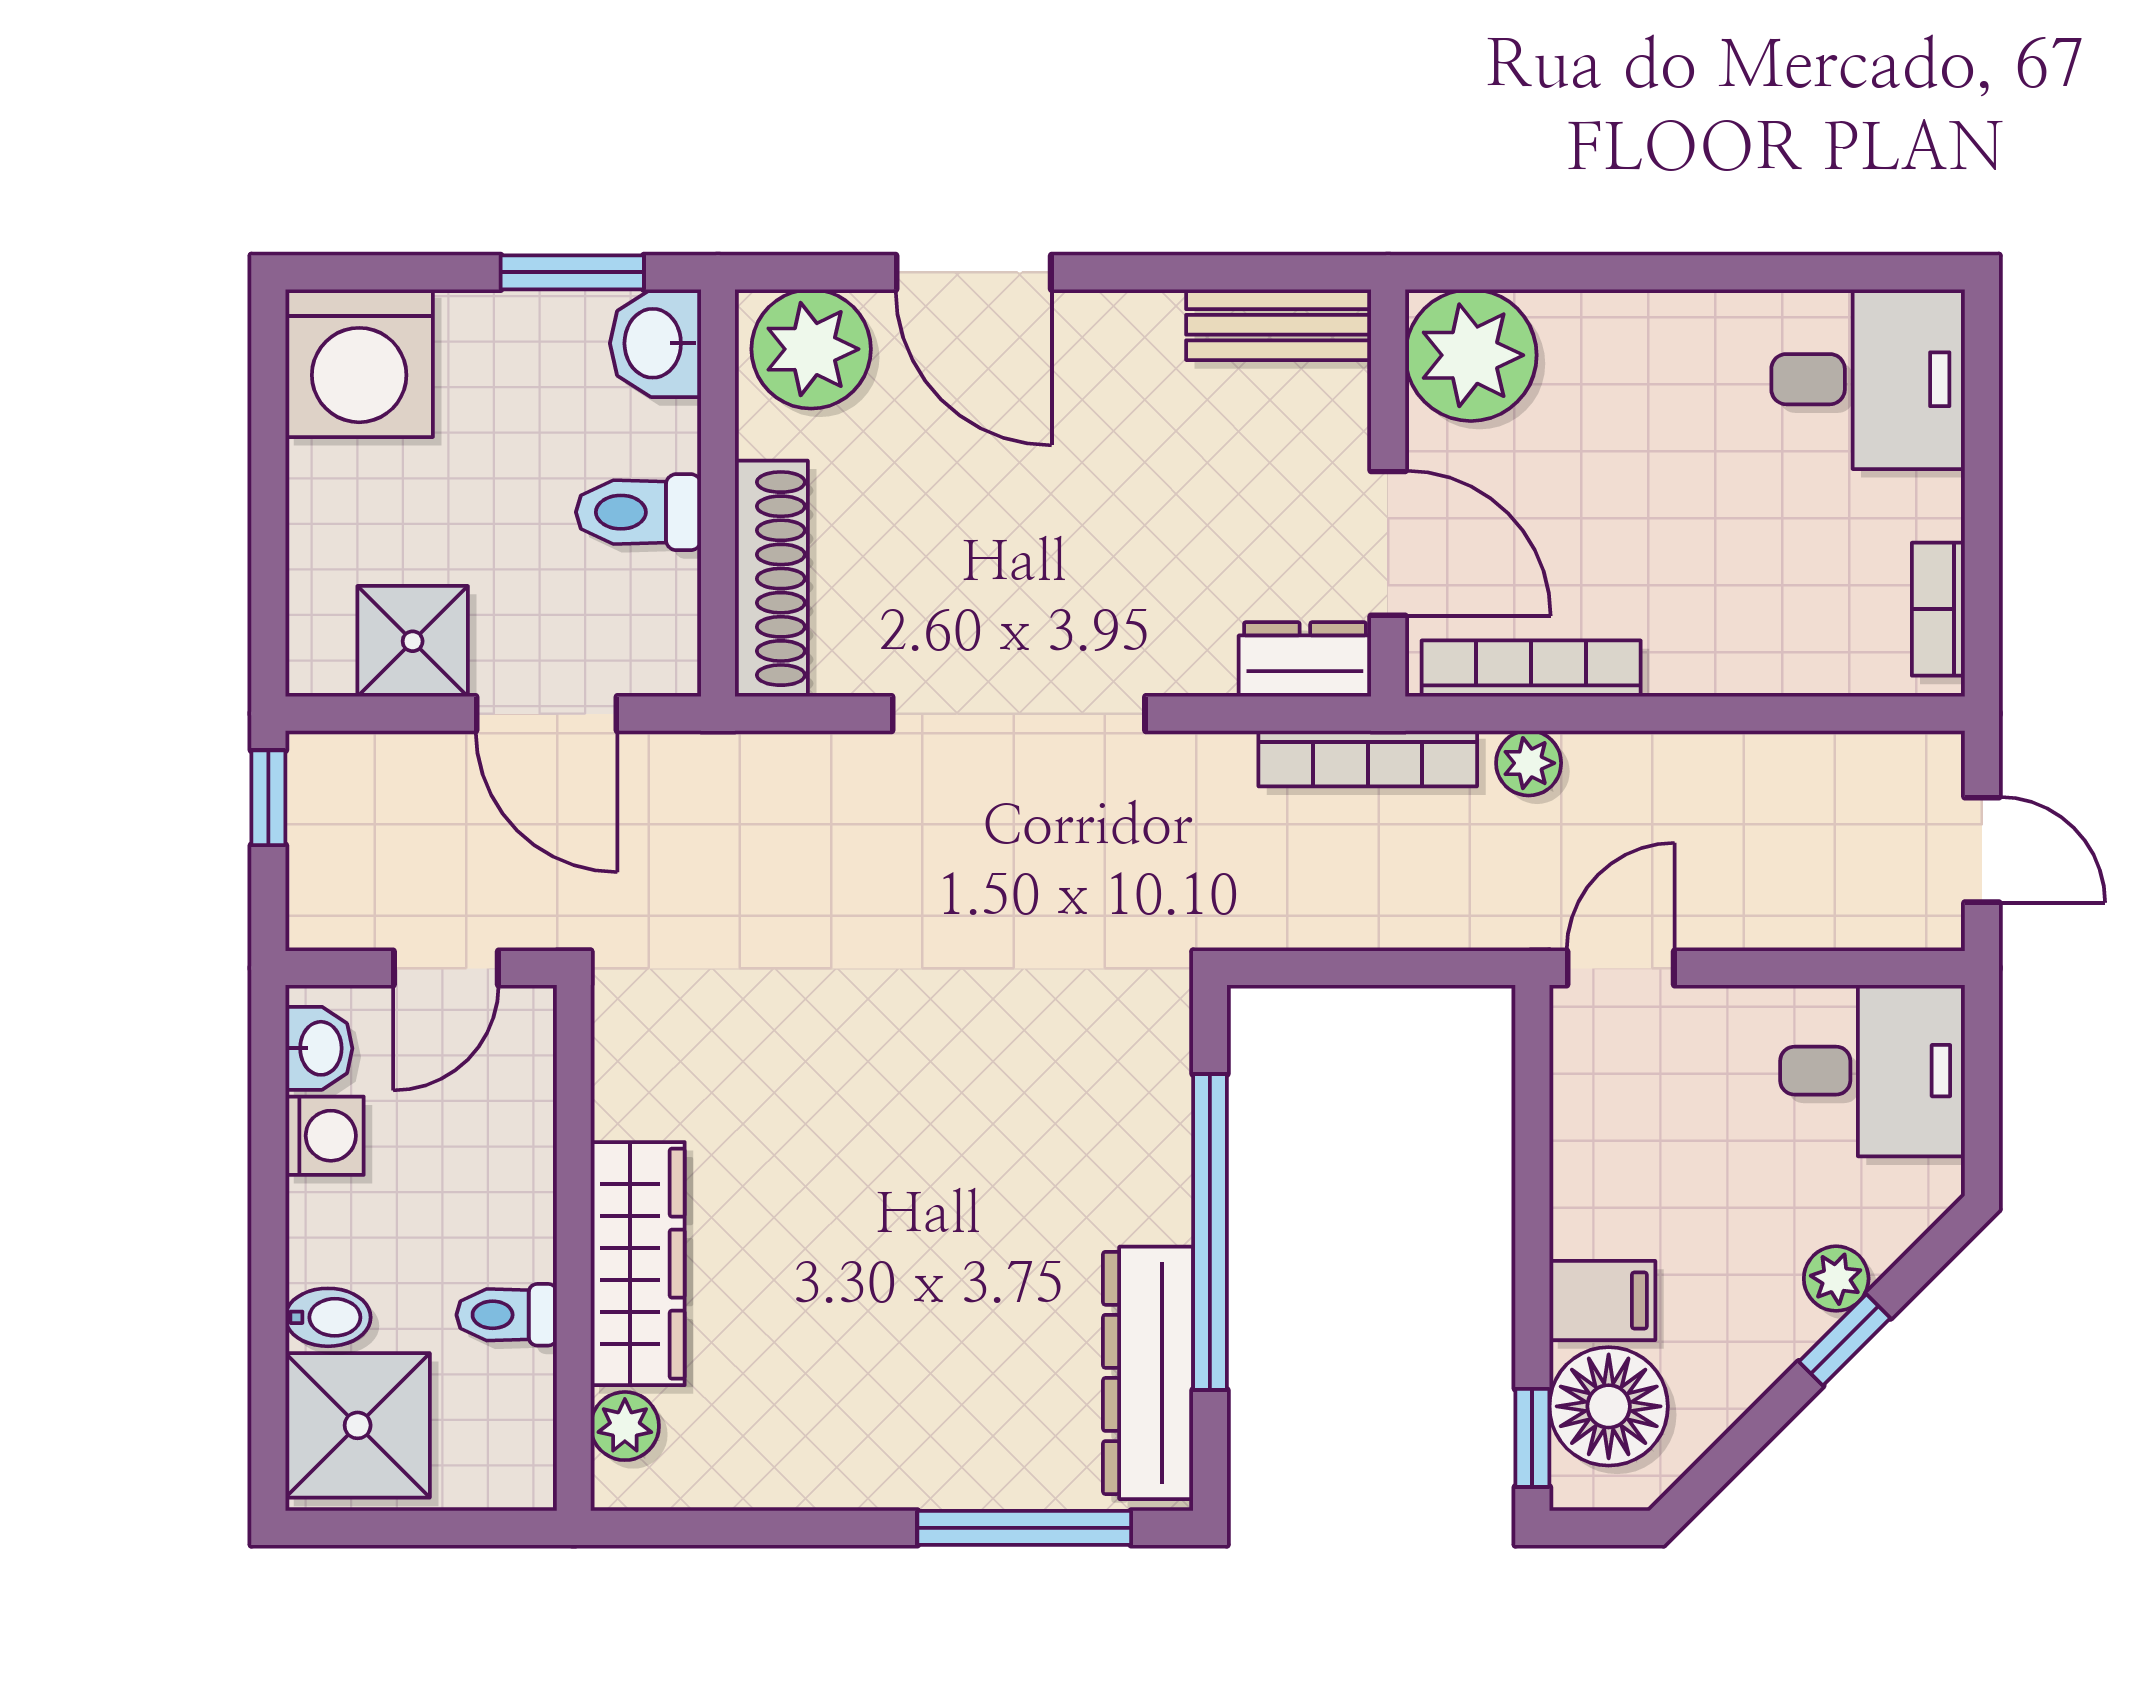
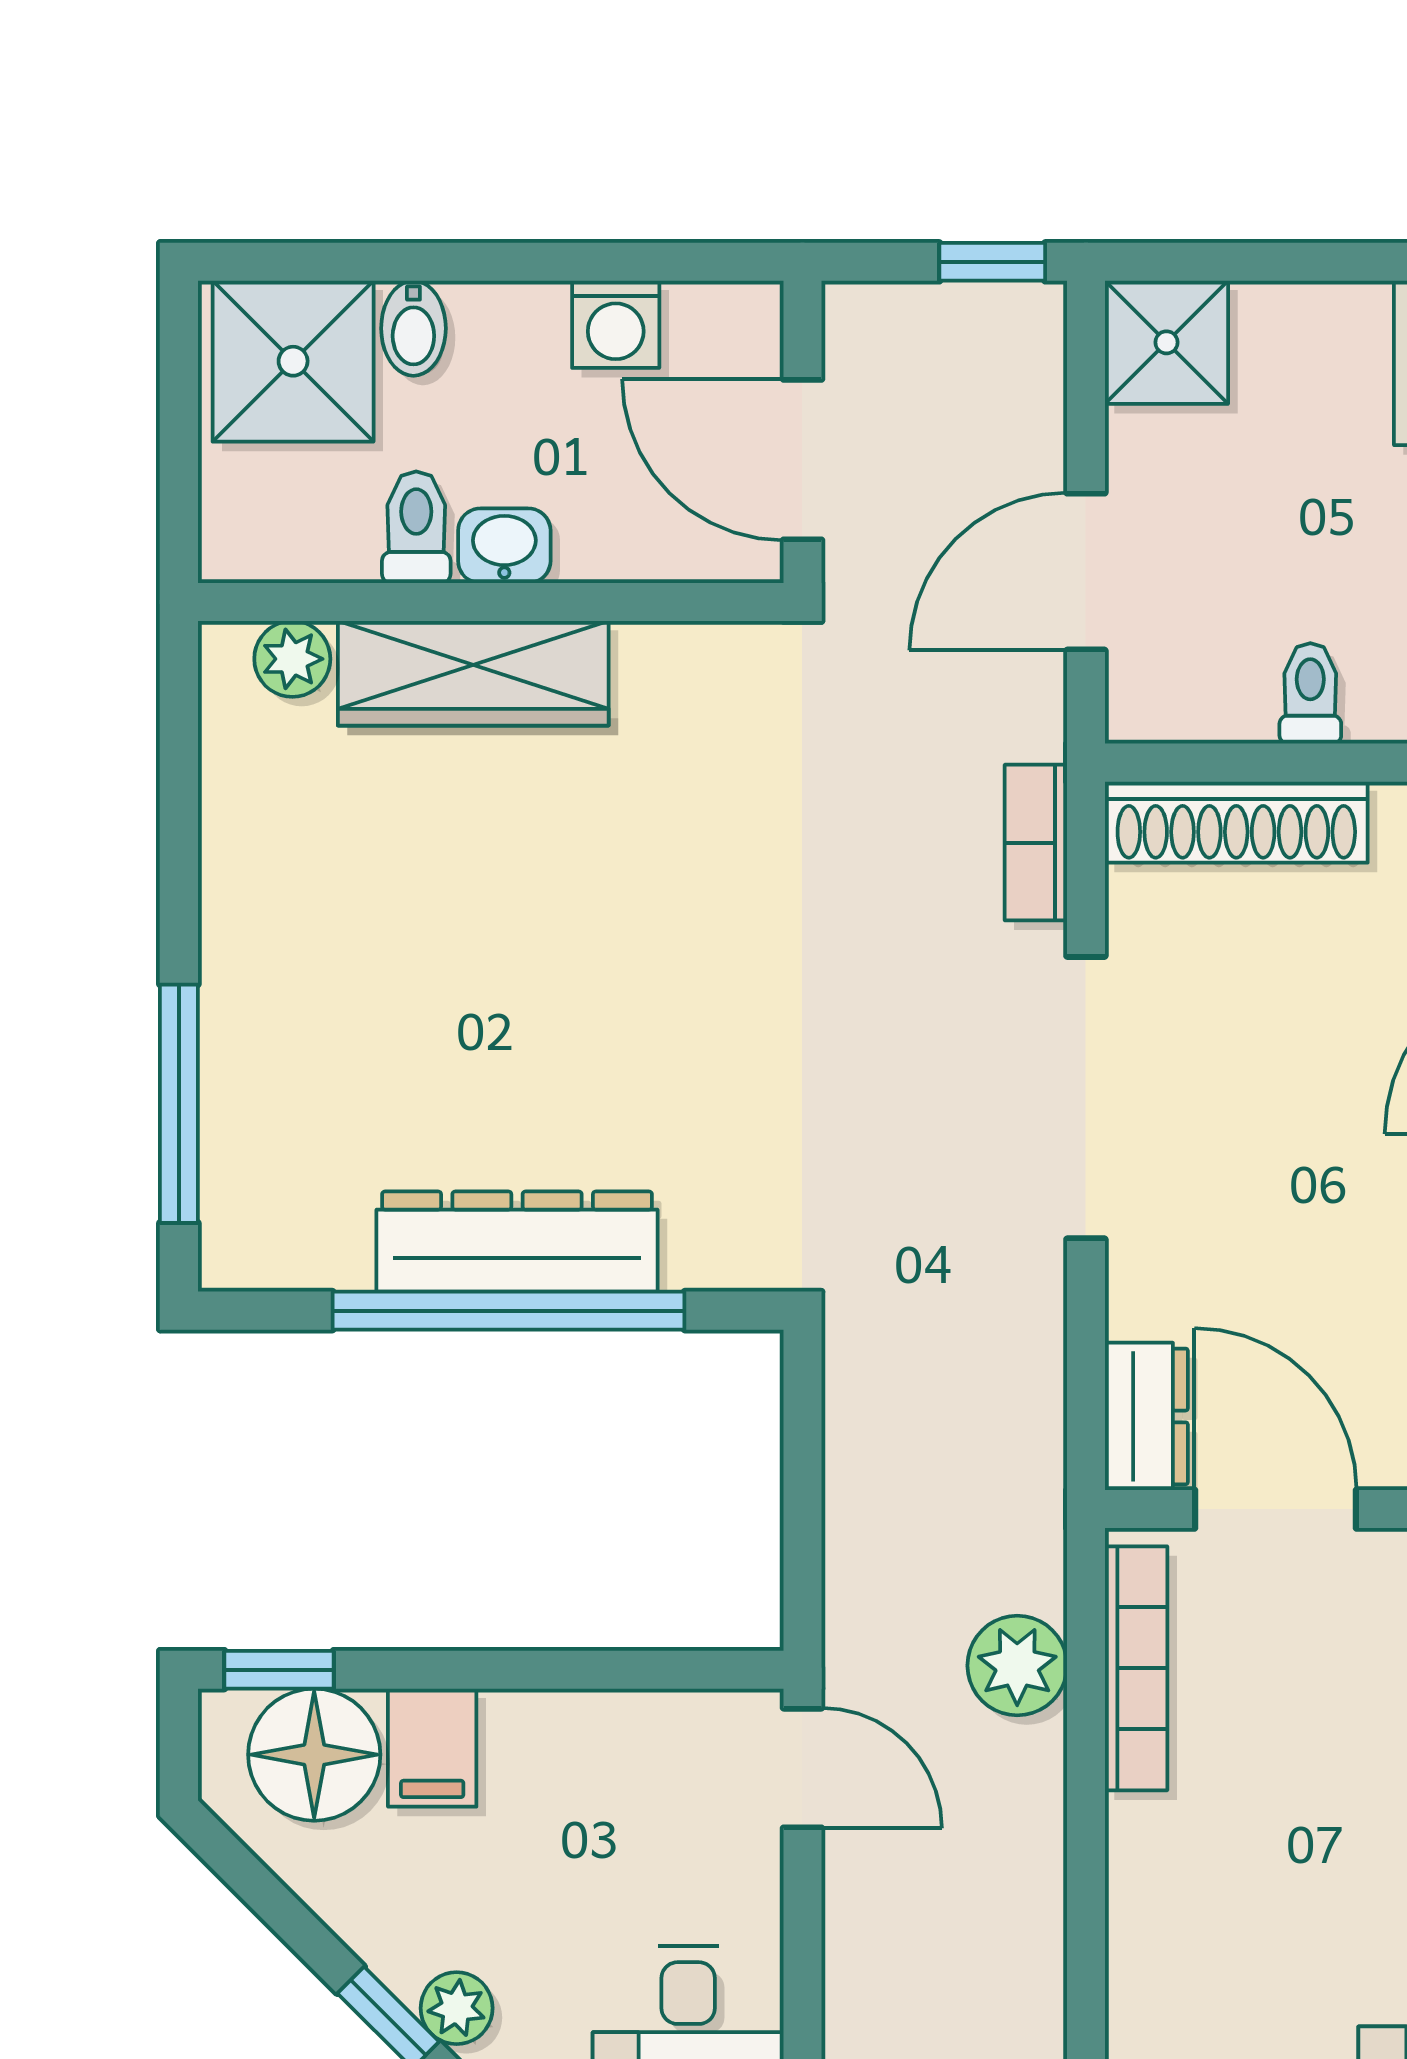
toilet: (638, 512) -> (1310, 693), width x0.73, depth x0.72
door: (1388, 543) -> (1275, 1509), swing flipped
shower: (413, 641) -> (1166, 342), moved
bookcase: (1368, 758) -> (1036, 843), moved, width x0.64
plant: (1529, 763) -> (1017, 1666), width x1.38, depth x1.38
door: (446, 968) -> (802, 460), width x1.38
washbasin: (319, 1048) -> (504, 546), moved, turned 180
dresser: (1148, 1373) -> (517, 1242), moved

